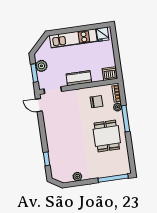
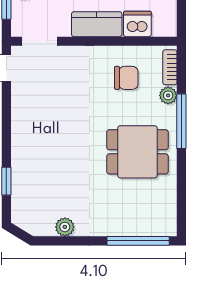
dishwasher: (110, 74) -> (137, 24), moved
dining table: (107, 136) -> (137, 152), turned 90

